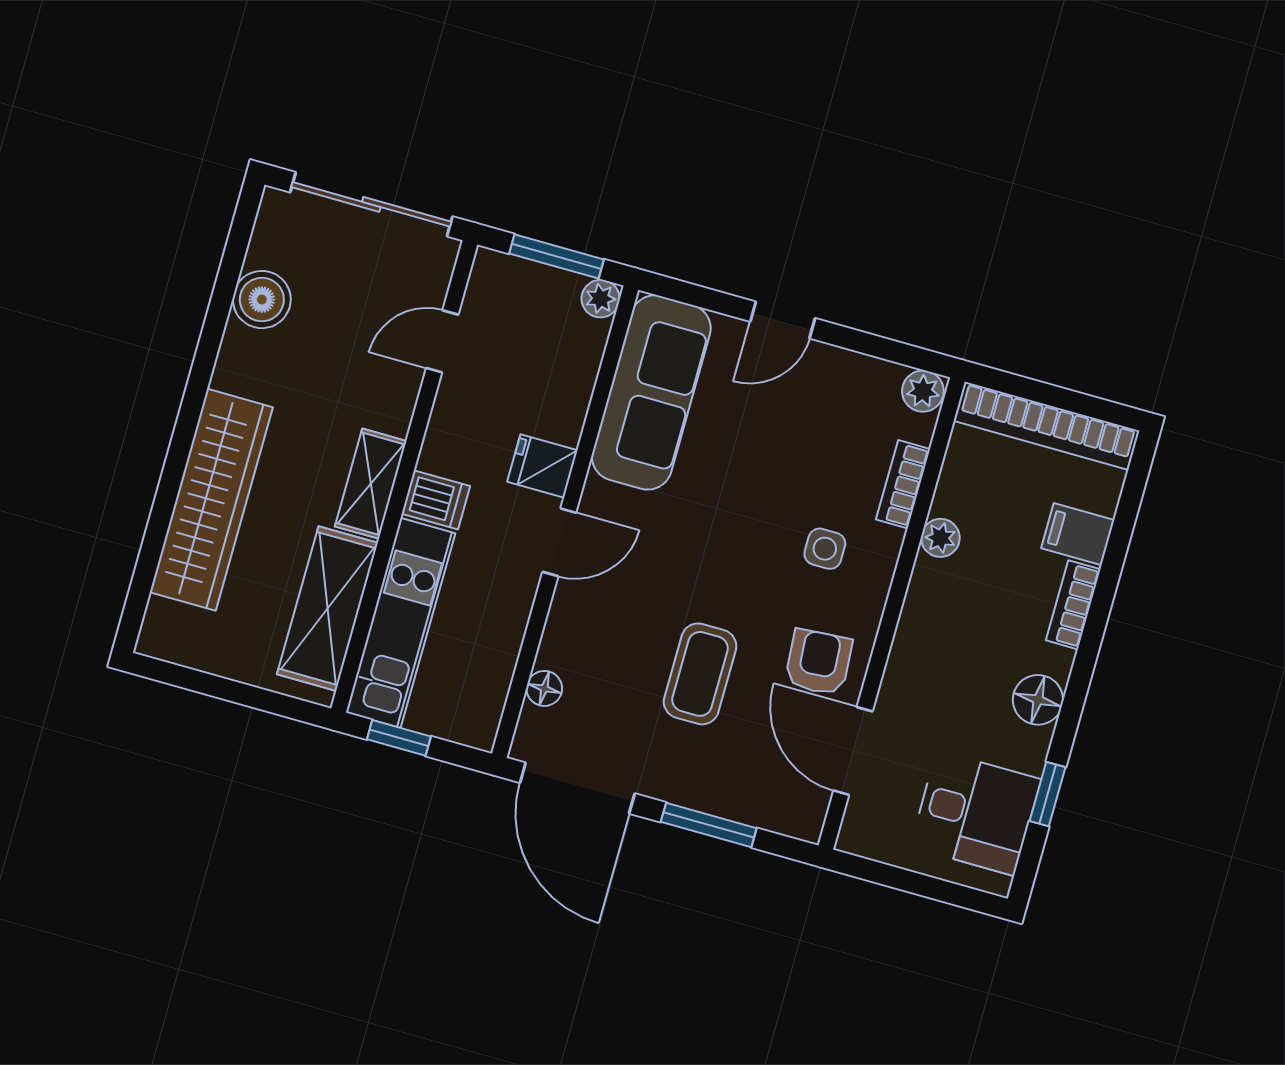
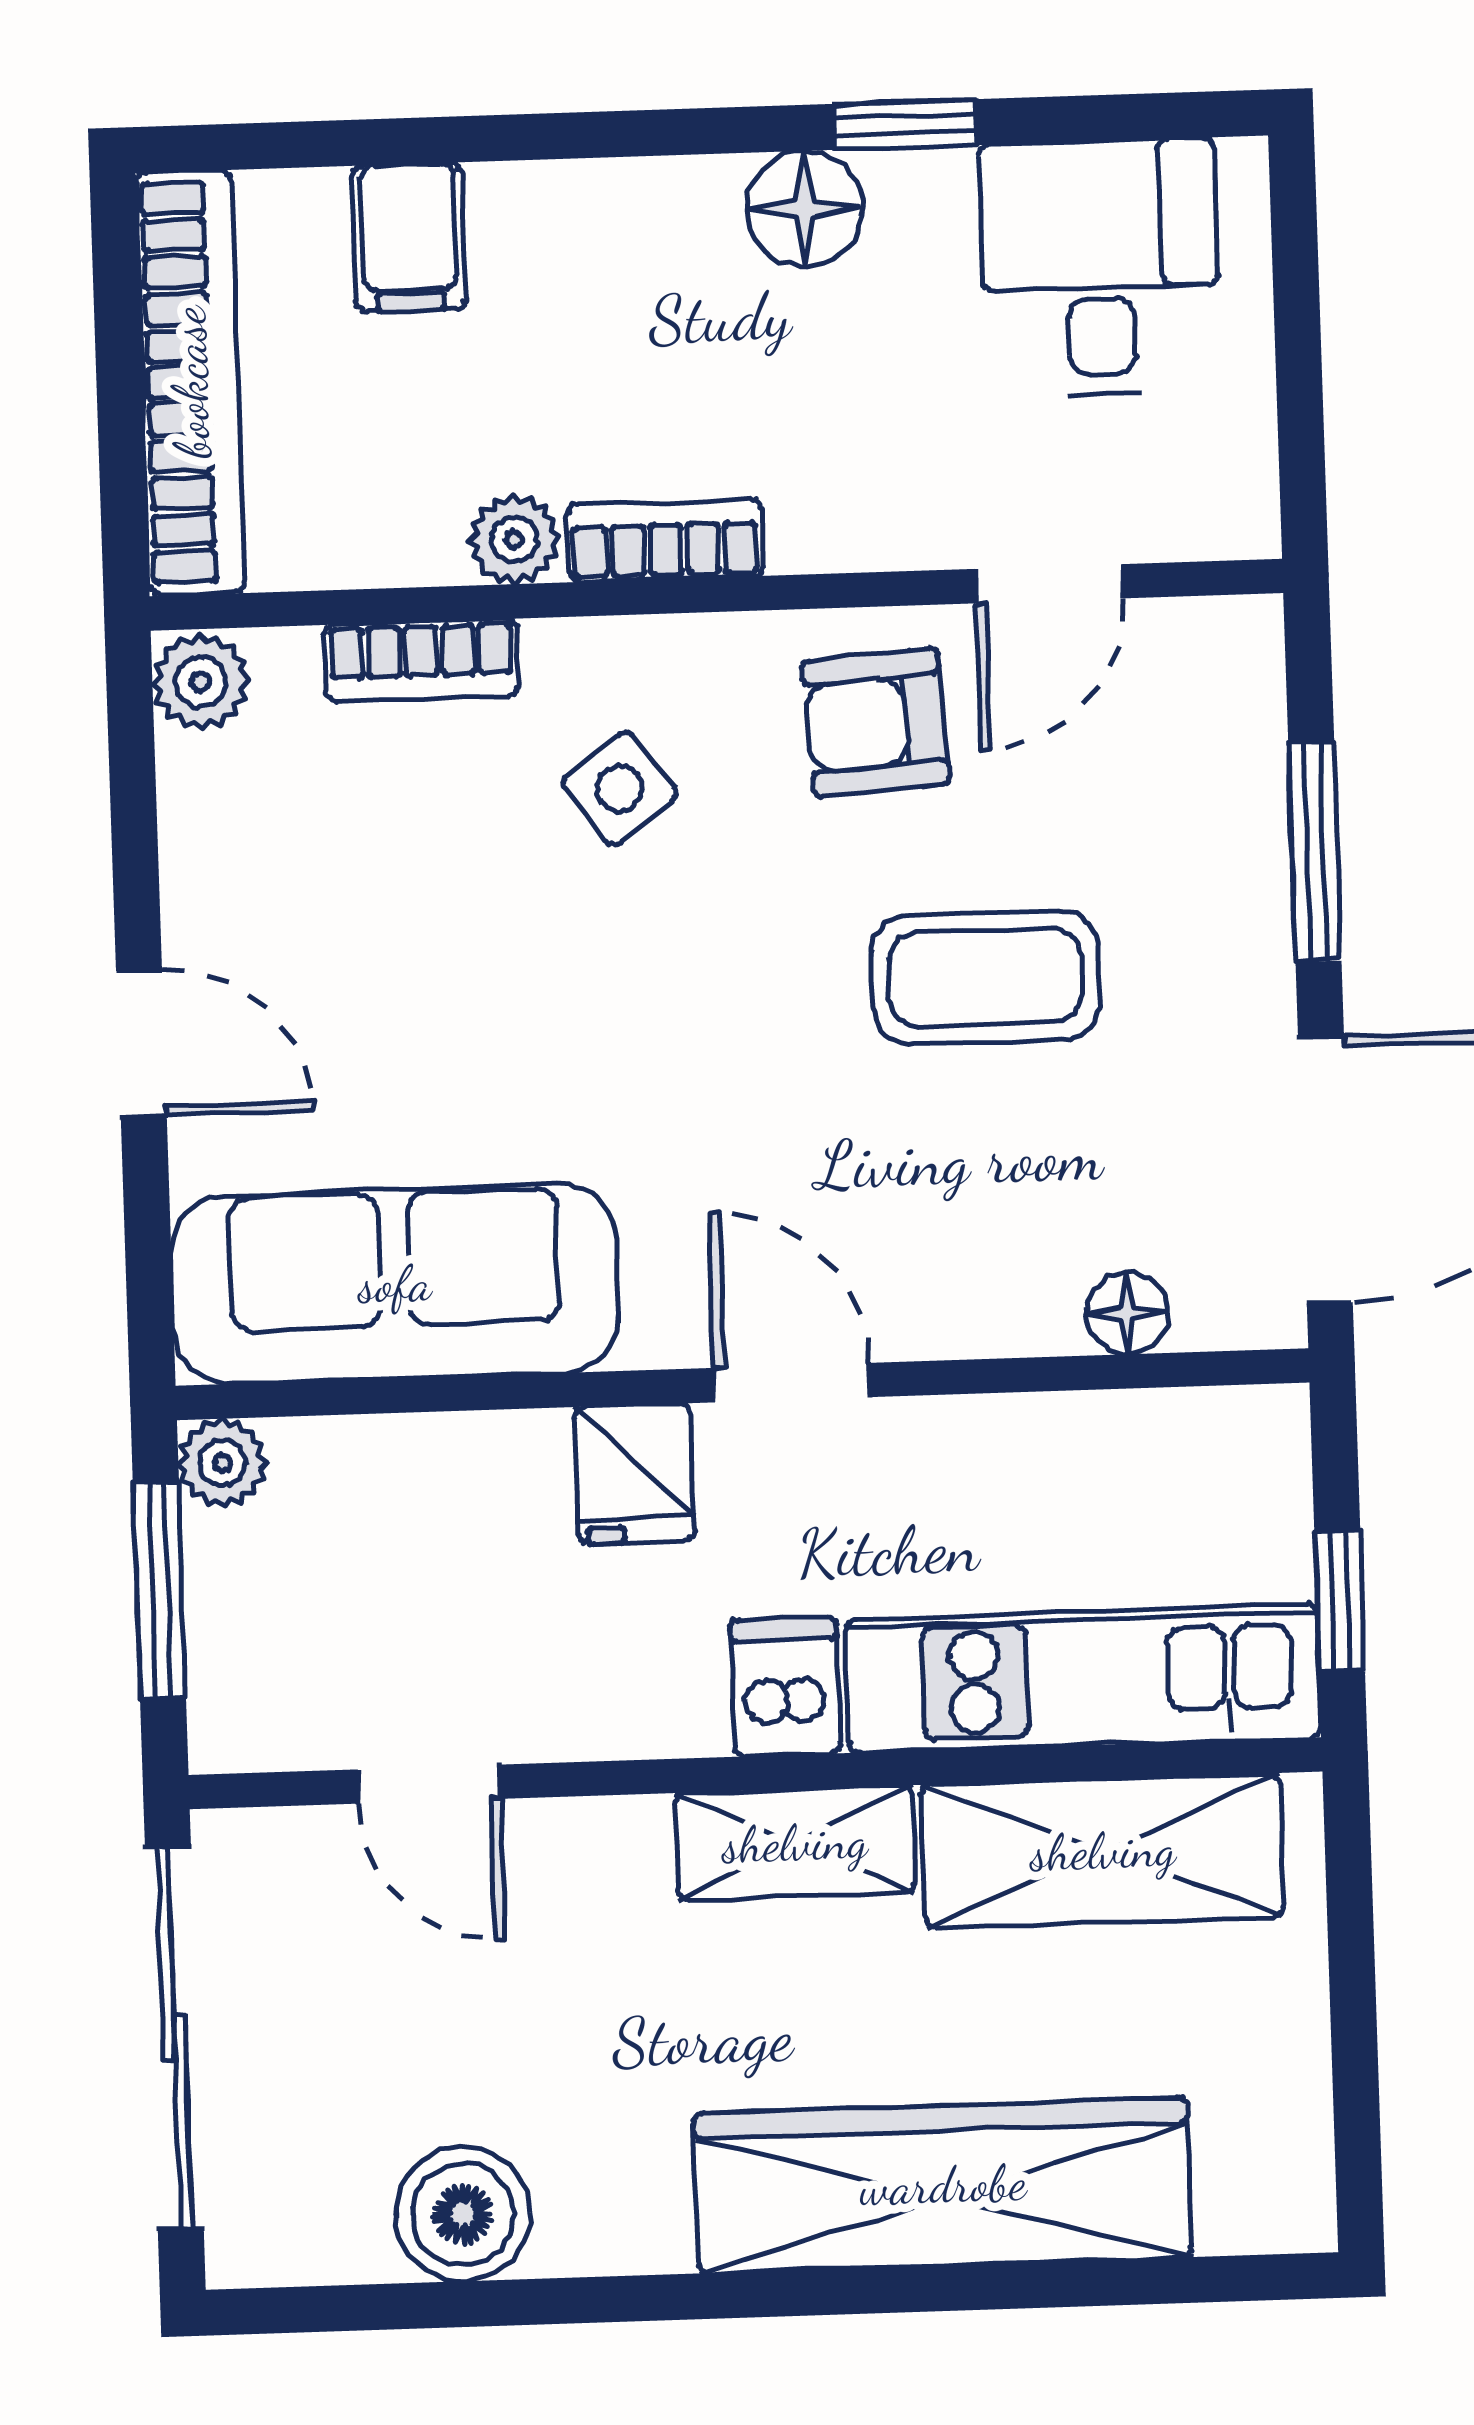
side table: (825, 549) -> (619, 789), turned -37
bookcase: (1073, 605) -> (665, 540), moved, turned 180
door: (853, 751) -> (1049, 584), width x0.73
window: (1048, 794) -> (905, 124), moved

